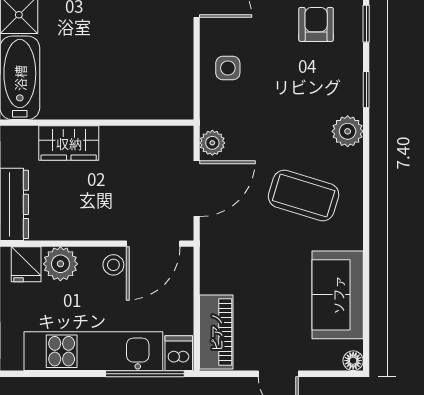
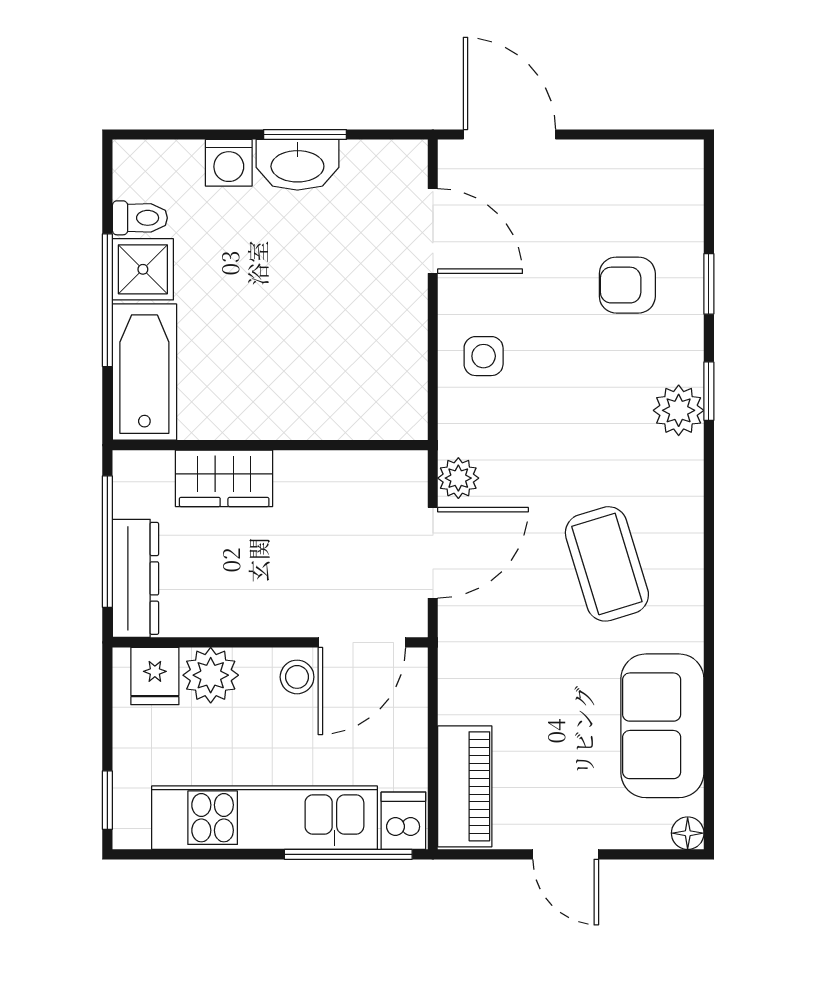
armchair: (316, 24) -> (627, 285), turned -90
plant: (348, 131) -> (679, 410), moved
coffee table: (304, 196) -> (607, 564), turned 56

